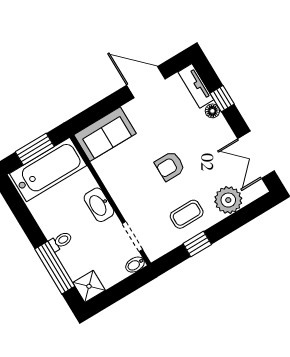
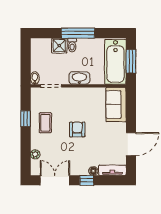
window: (222, 99) -> (87, 180), moved
plant: (228, 200) -> (35, 154), width x0.53, depth x0.53
window: (55, 268) -> (78, 33), moved
shower: (89, 286) -> (59, 46), moved

